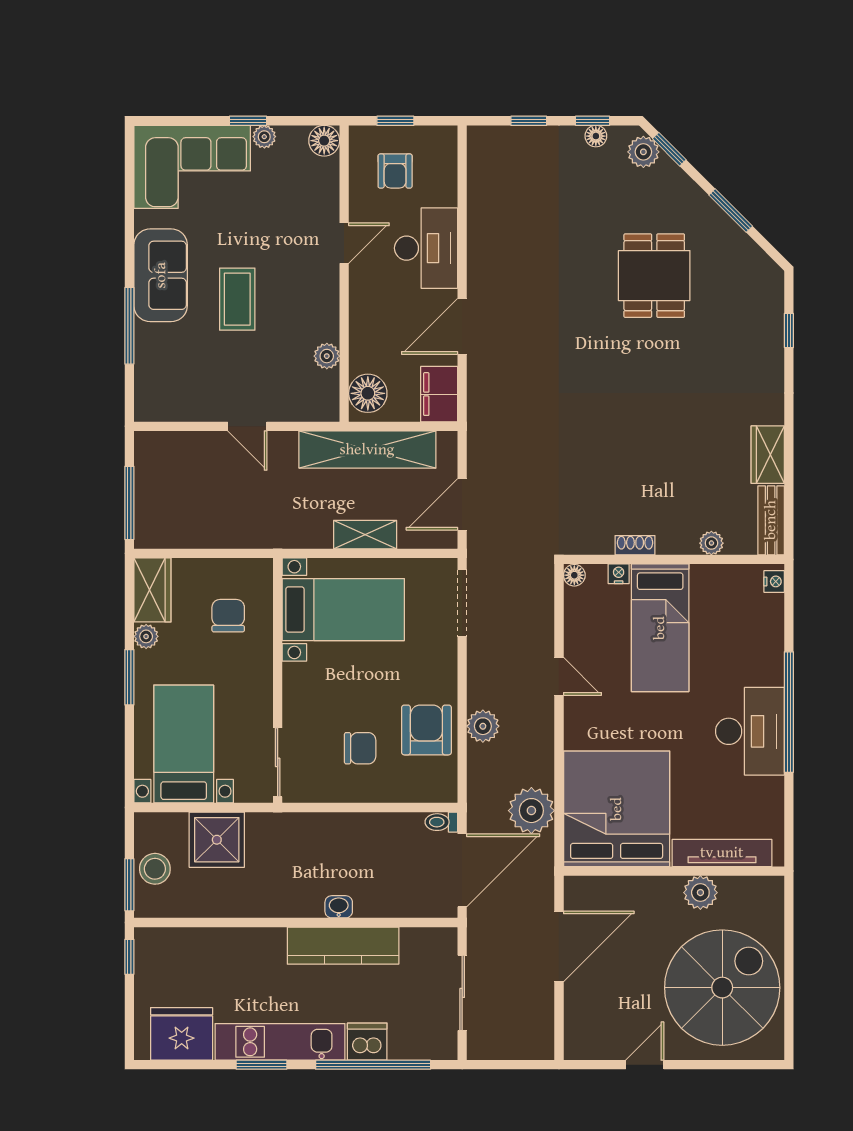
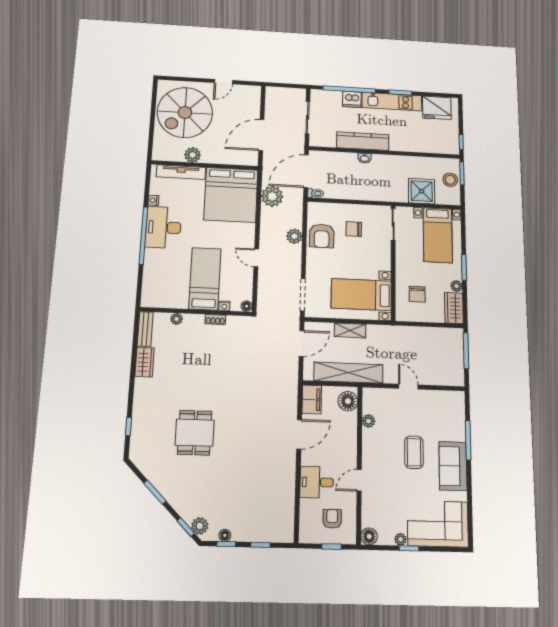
desk: (426, 248) -> (317, 482), width x0.73
dining table: (654, 276) -> (195, 433), moved
nightstand: (774, 581) -> (153, 200), moved

